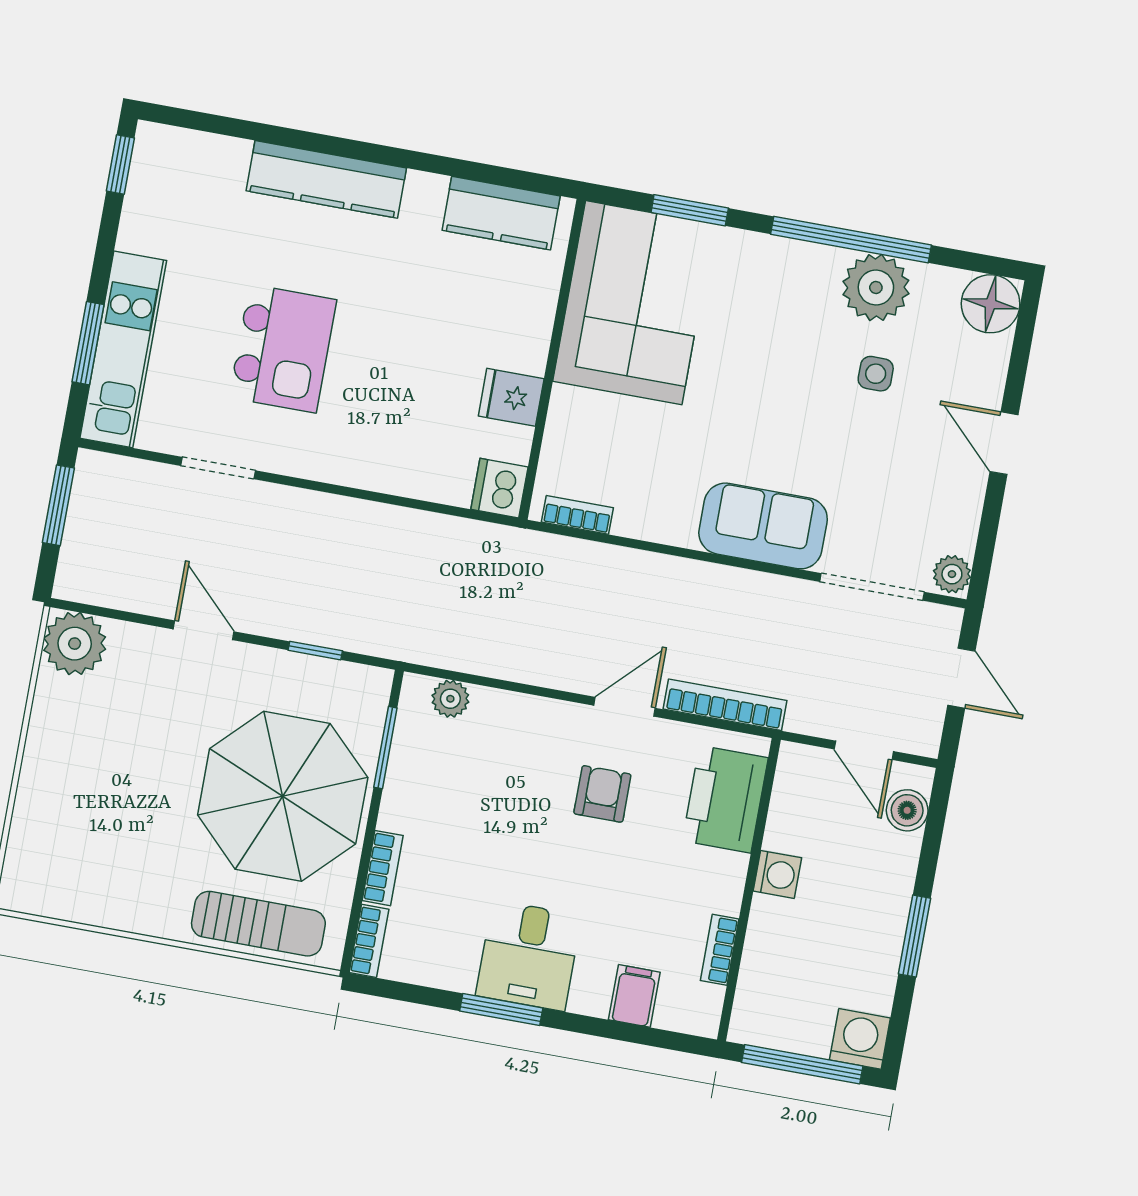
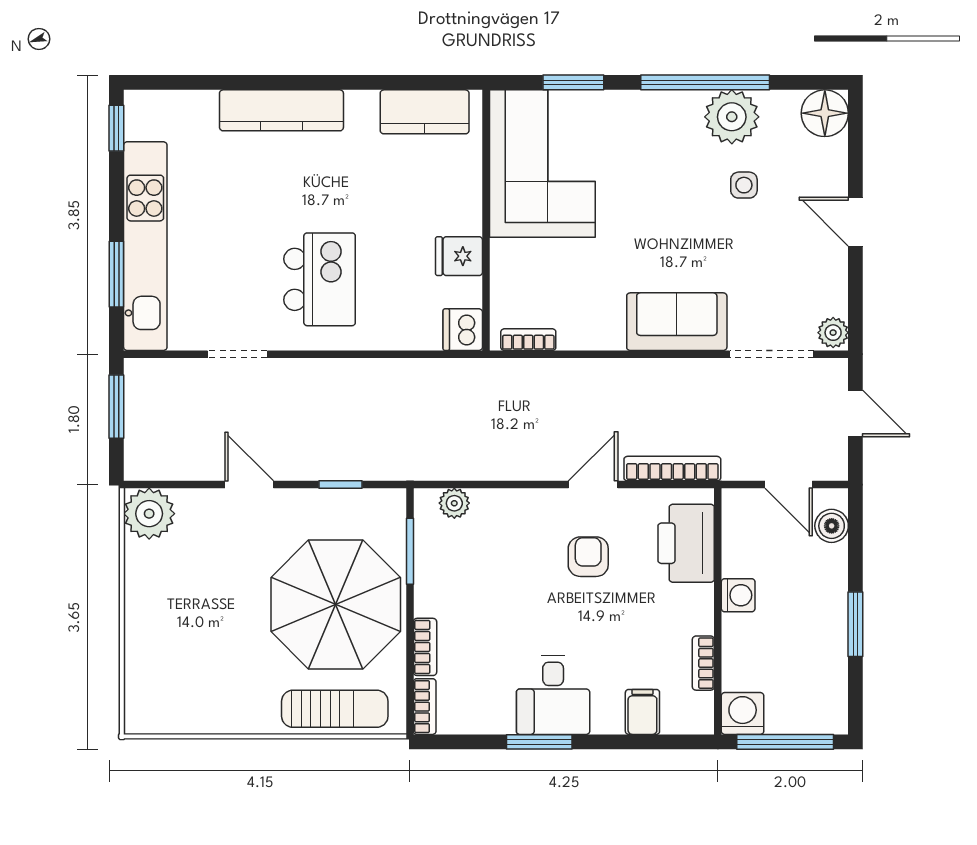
kitchen unit: (123, 349) -> (145, 246), width x1.36
kitchen island: (283, 349) -> (320, 279), moved
washing machine: (860, 1039) -> (743, 713), moved

